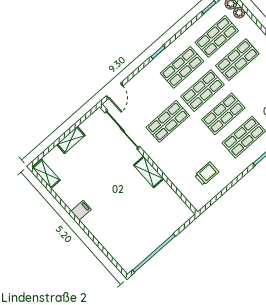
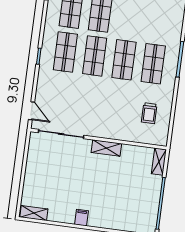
shop shelf: (168, 121) -> (89, 100), removed
shelving: (71, 140) -> (159, 162), moved
trolley: (207, 174) -> (149, 113), turned 180

